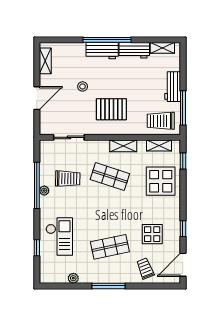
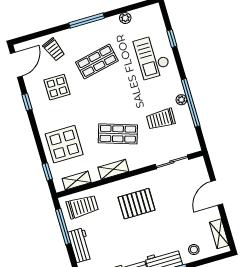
stool: (83, 86) -> (194, 250), moved

